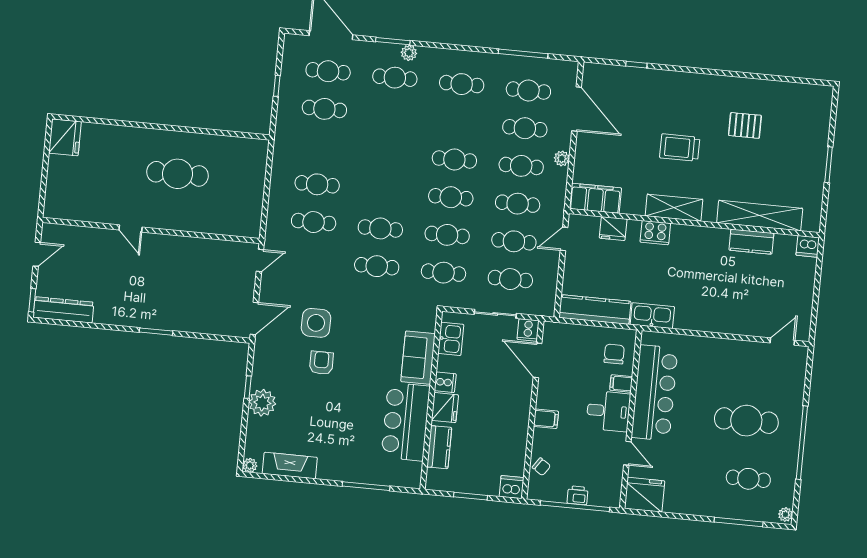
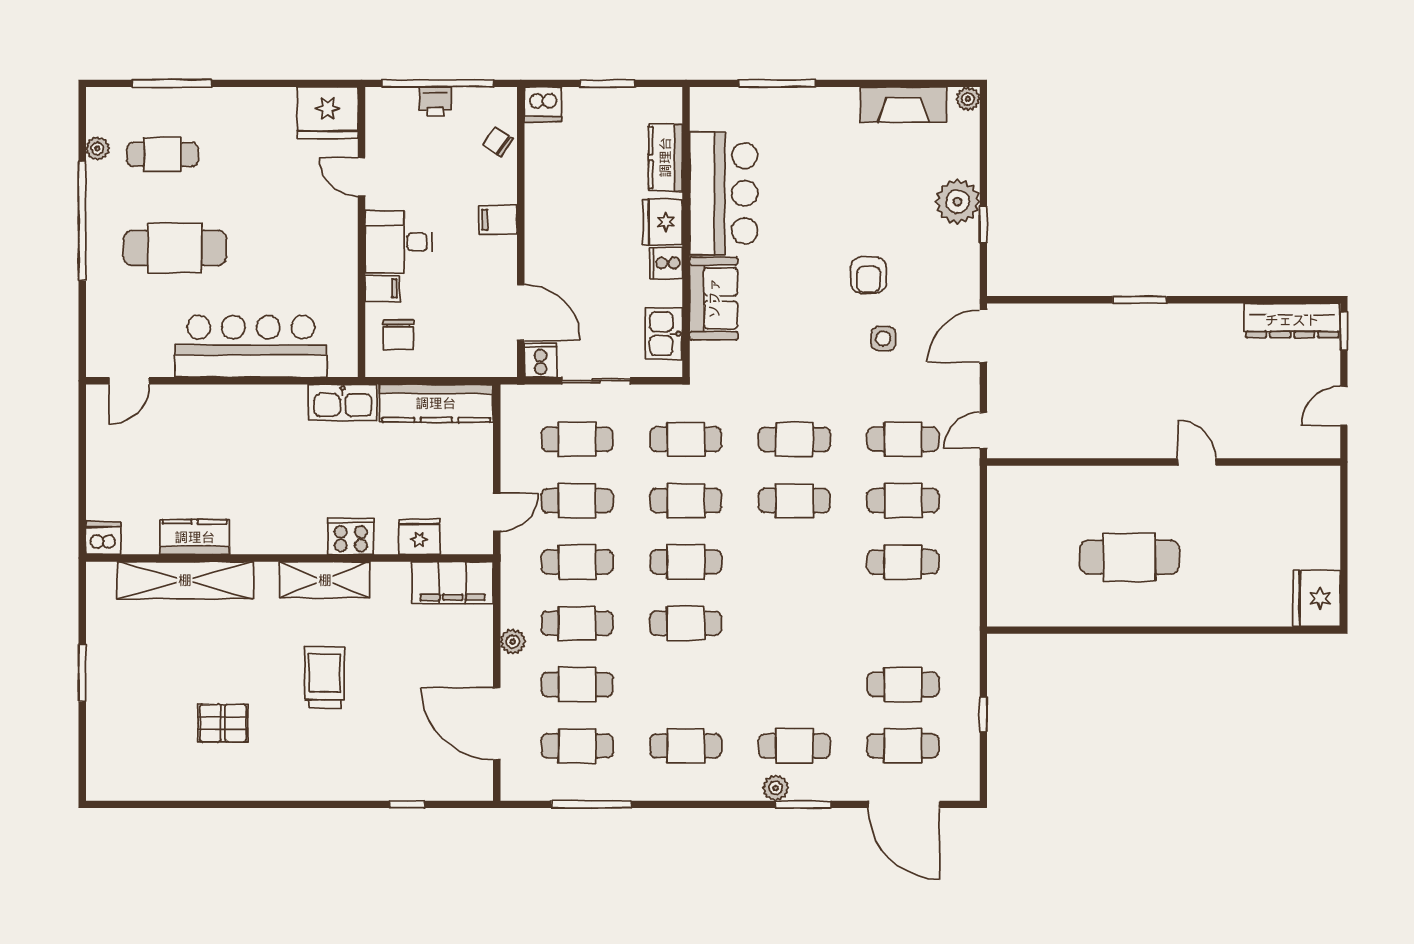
trolley: (680, 148) -> (325, 677), turned -90
cafe table: (310, 260) -> (903, 439), added
side table: (316, 323) -> (883, 339), width x0.54, depth x0.54
bar counter: (655, 393) -> (251, 346), moved, turned 90
plant: (785, 515) -> (97, 148), moved

